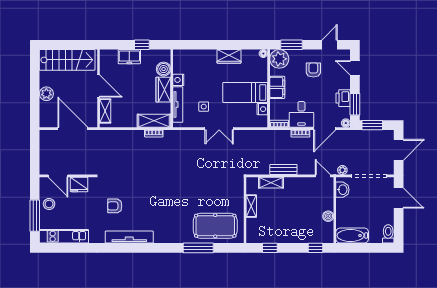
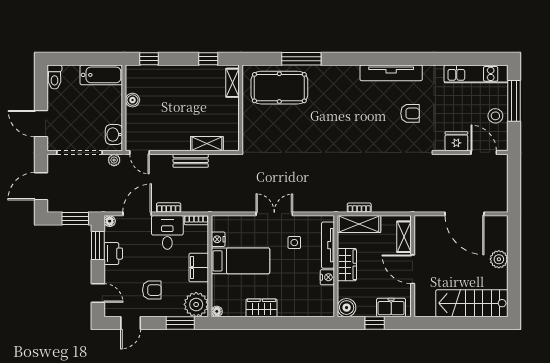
boiler: (164, 69) -> (347, 308), moved
armchair: (313, 70) -> (152, 290), turned -90
door: (99, 86) -> (413, 269), moved
wall: (99, 88) -> (413, 266), moved
shelving: (105, 111) -> (404, 237), moved
shelving: (251, 206) -> (233, 83), moved

